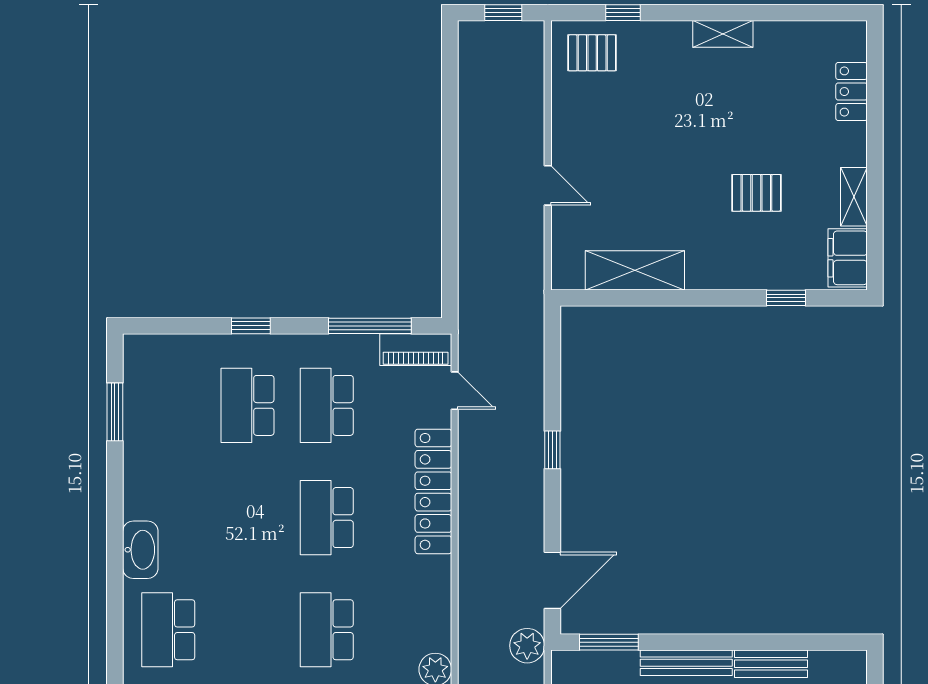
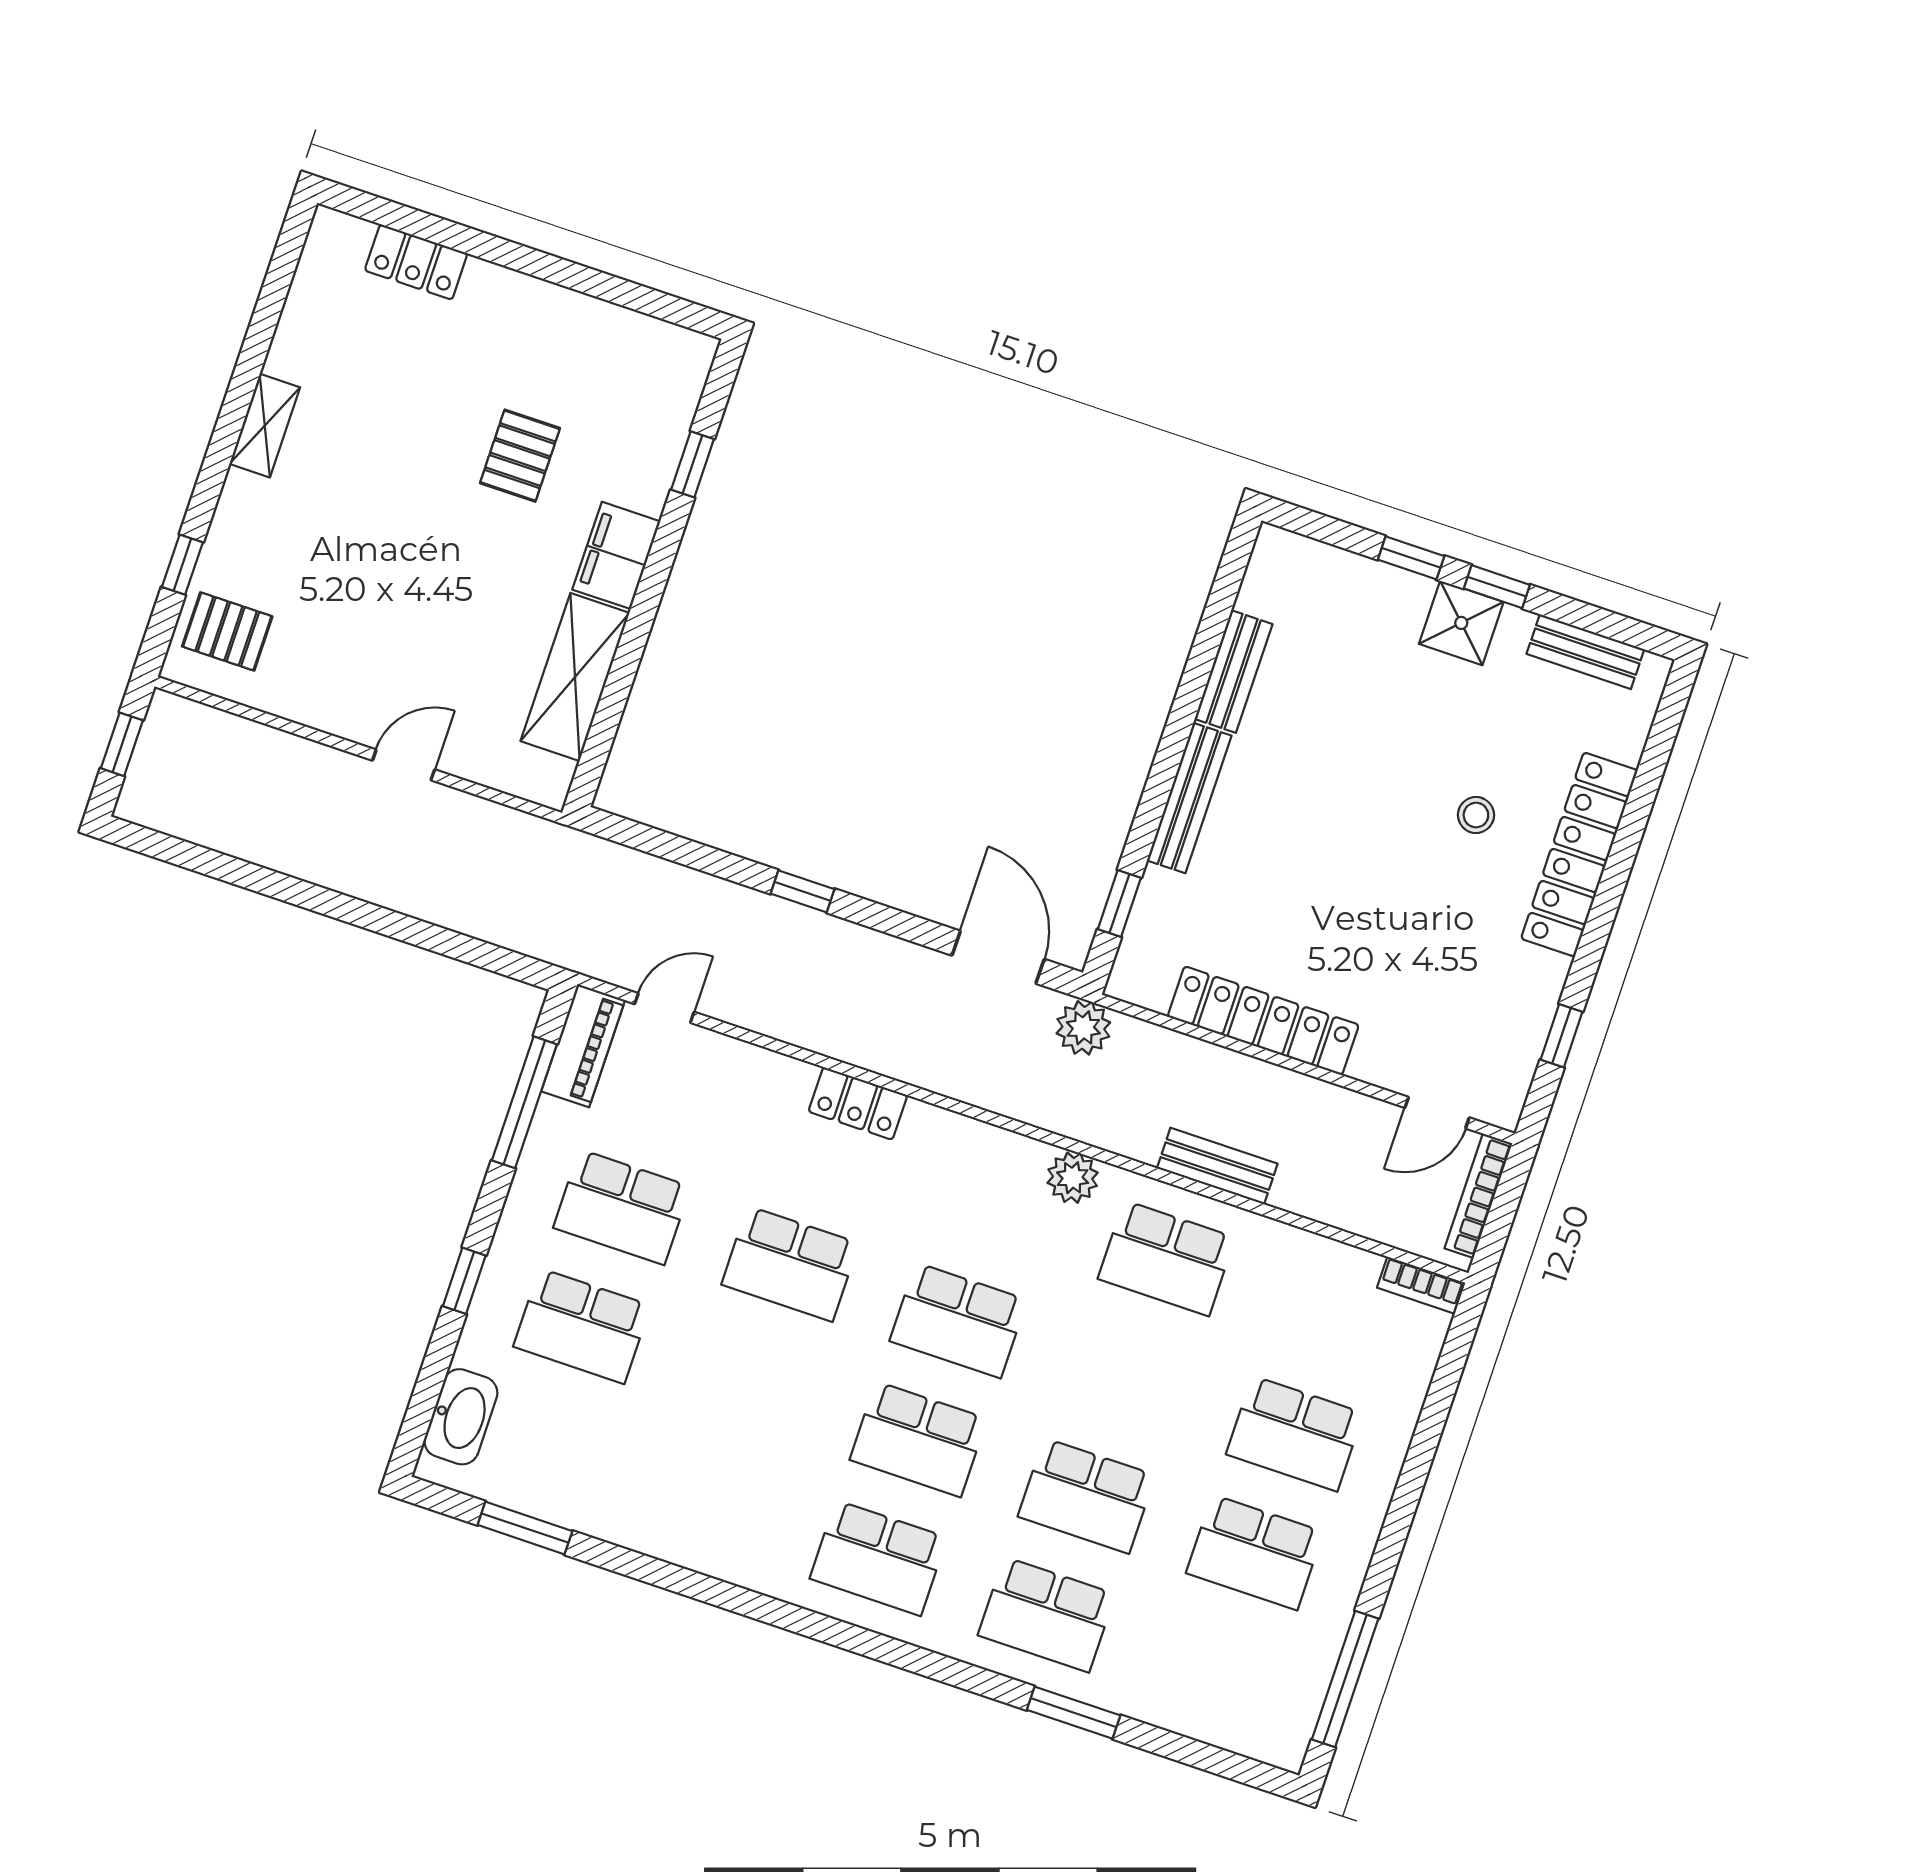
pallet: (592, 53) -> (227, 631), turned 90
shelving: (854, 197) -> (575, 311), removed
filing cabinet: (848, 258) -> (616, 555), moved, turned 90
locker: (433, 491) -> (858, 1103), width x0.46, depth x0.83
washbasin: (140, 550) -> (461, 1417), moved, turned 90
school desk: (248, 630) -> (918, 1439), added
window: (609, 642) -> (1119, 904), width x0.67

